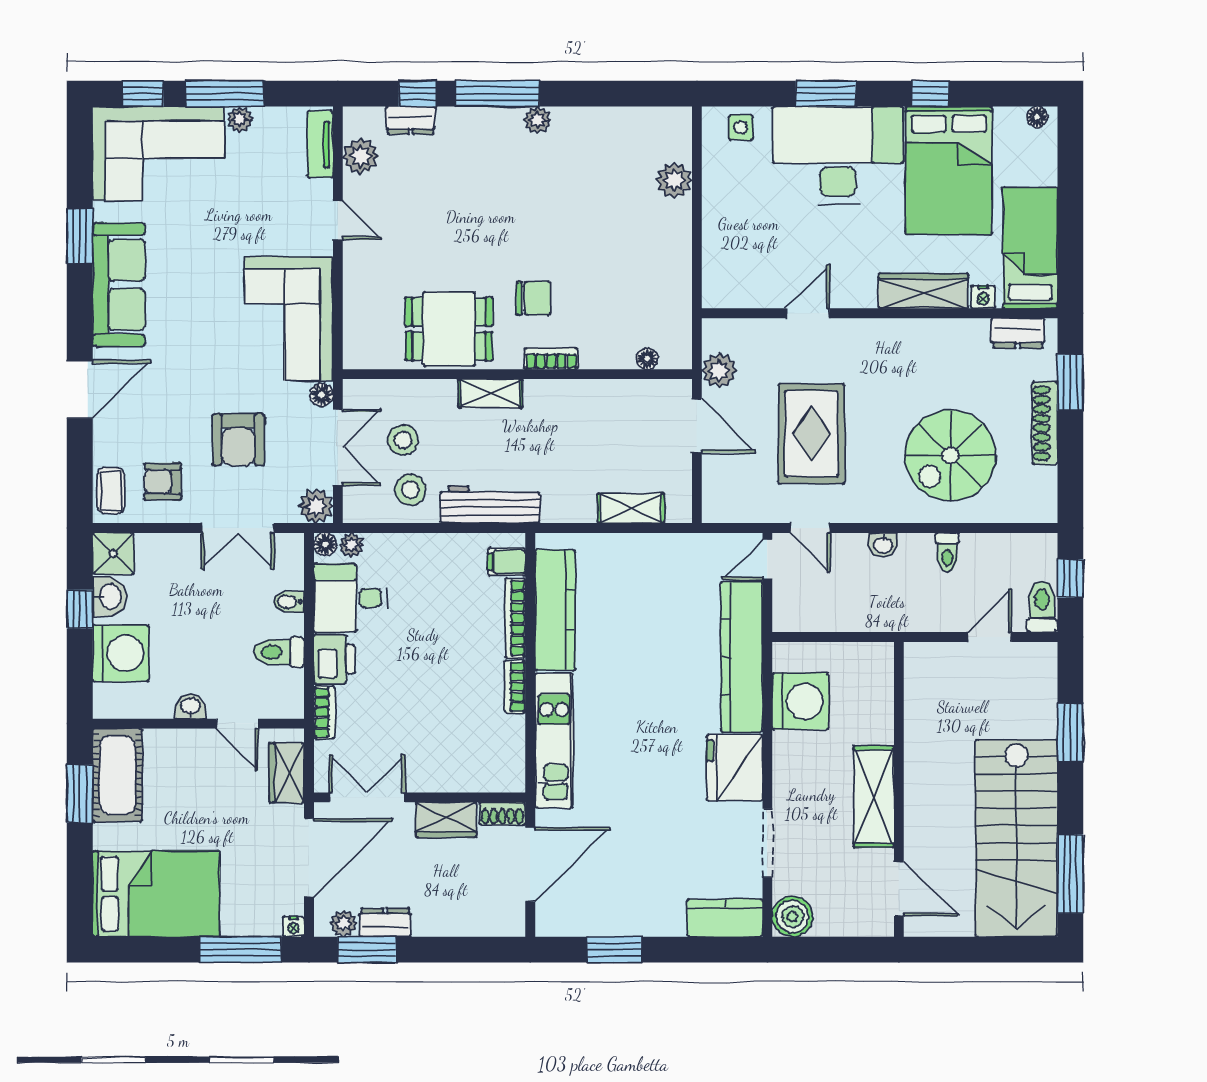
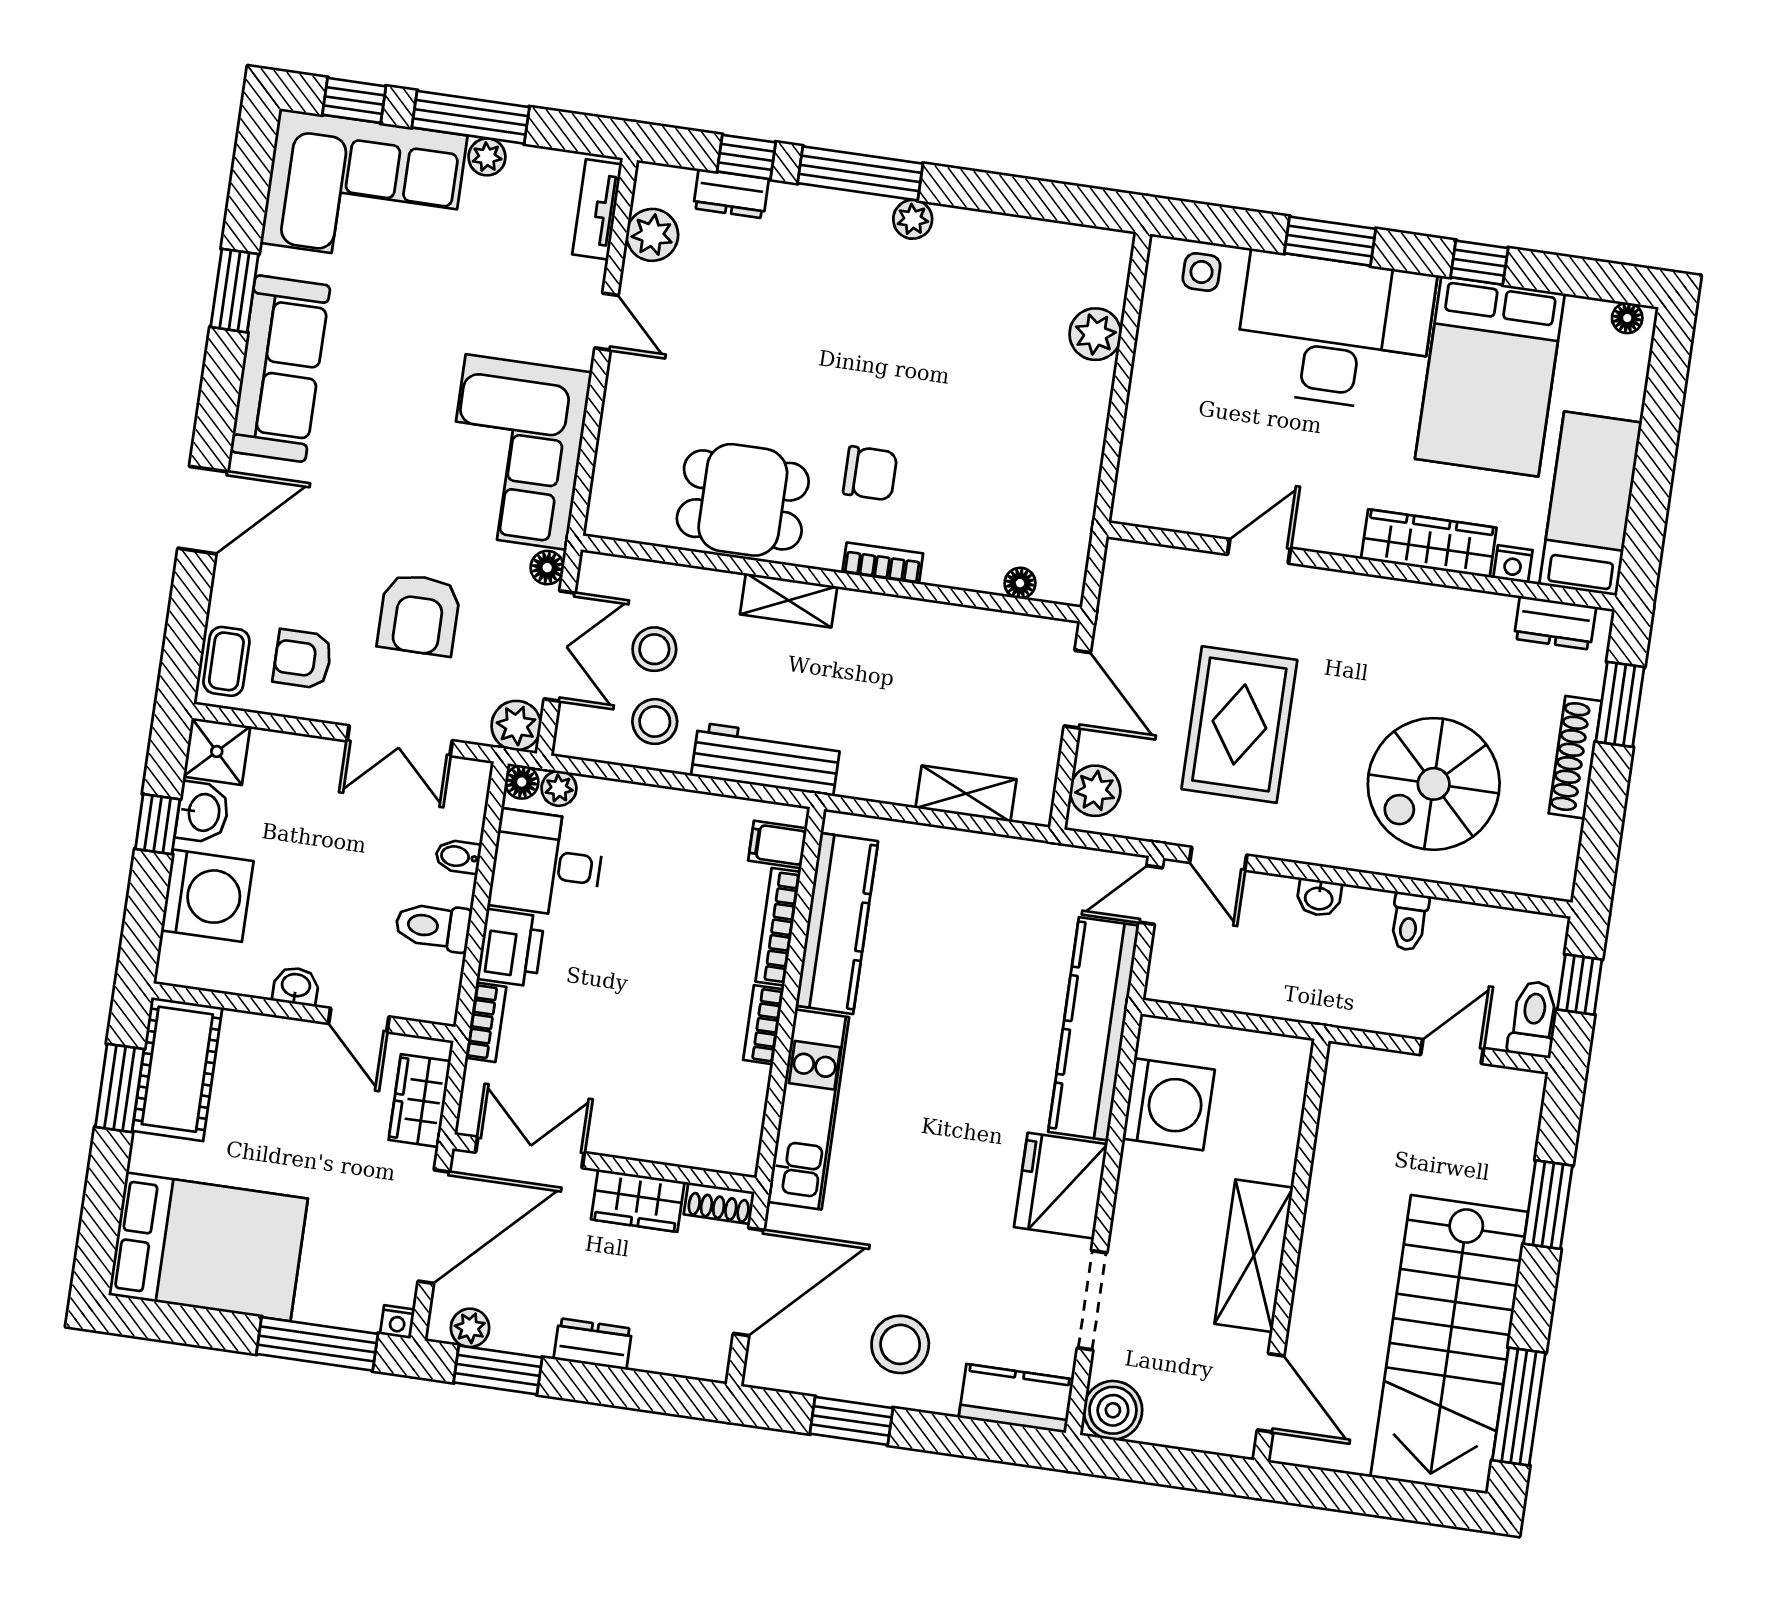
plant: (719, 370) -> (1095, 791), moved
stool: (640, 892) -> (900, 1344), added
dresser: (385, 922) -> (593, 1344), moved

